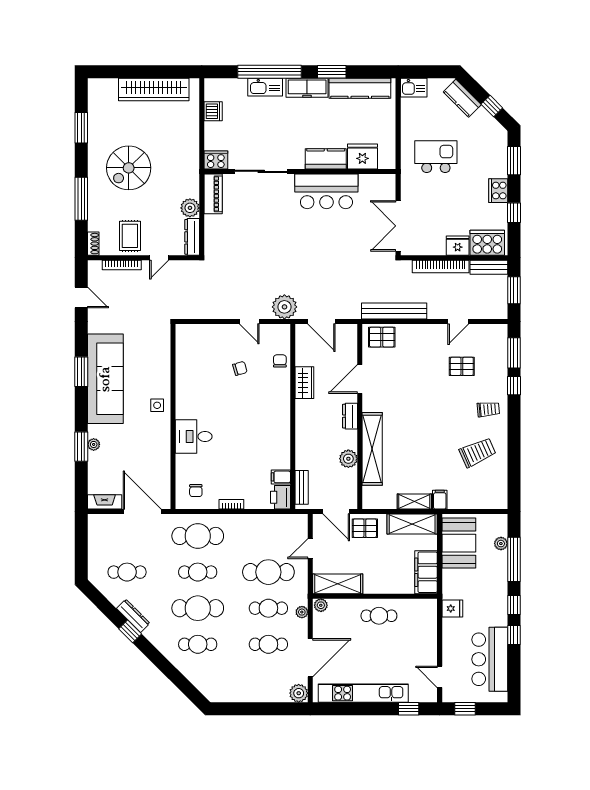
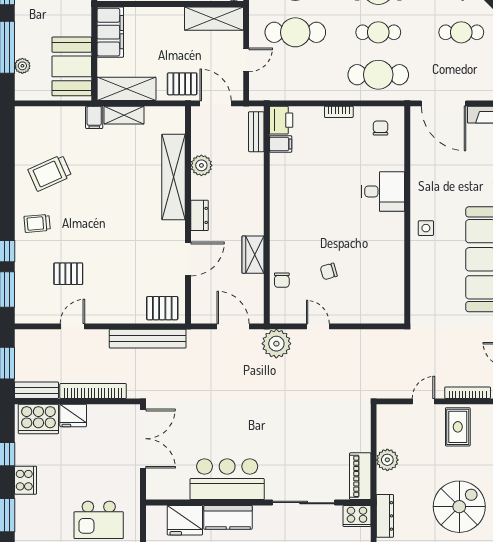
dresser: (192, 237) -> (385, 516), moved

